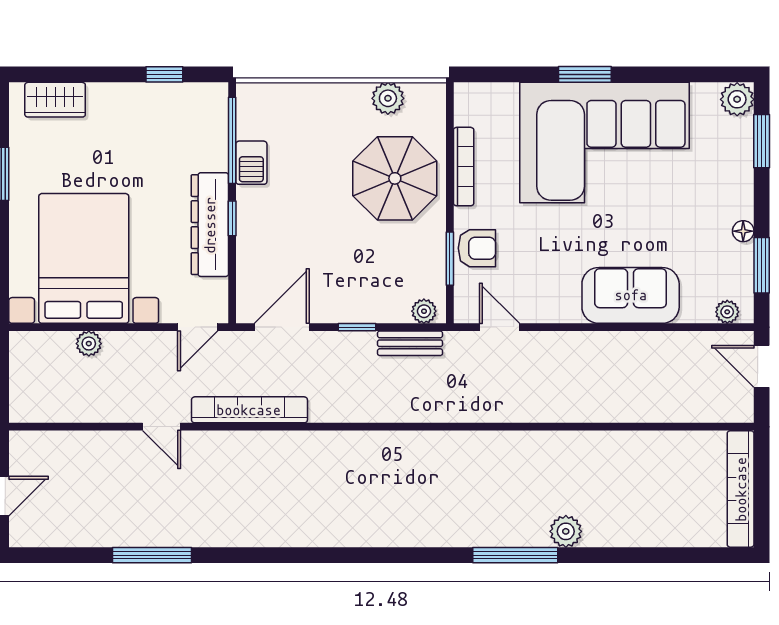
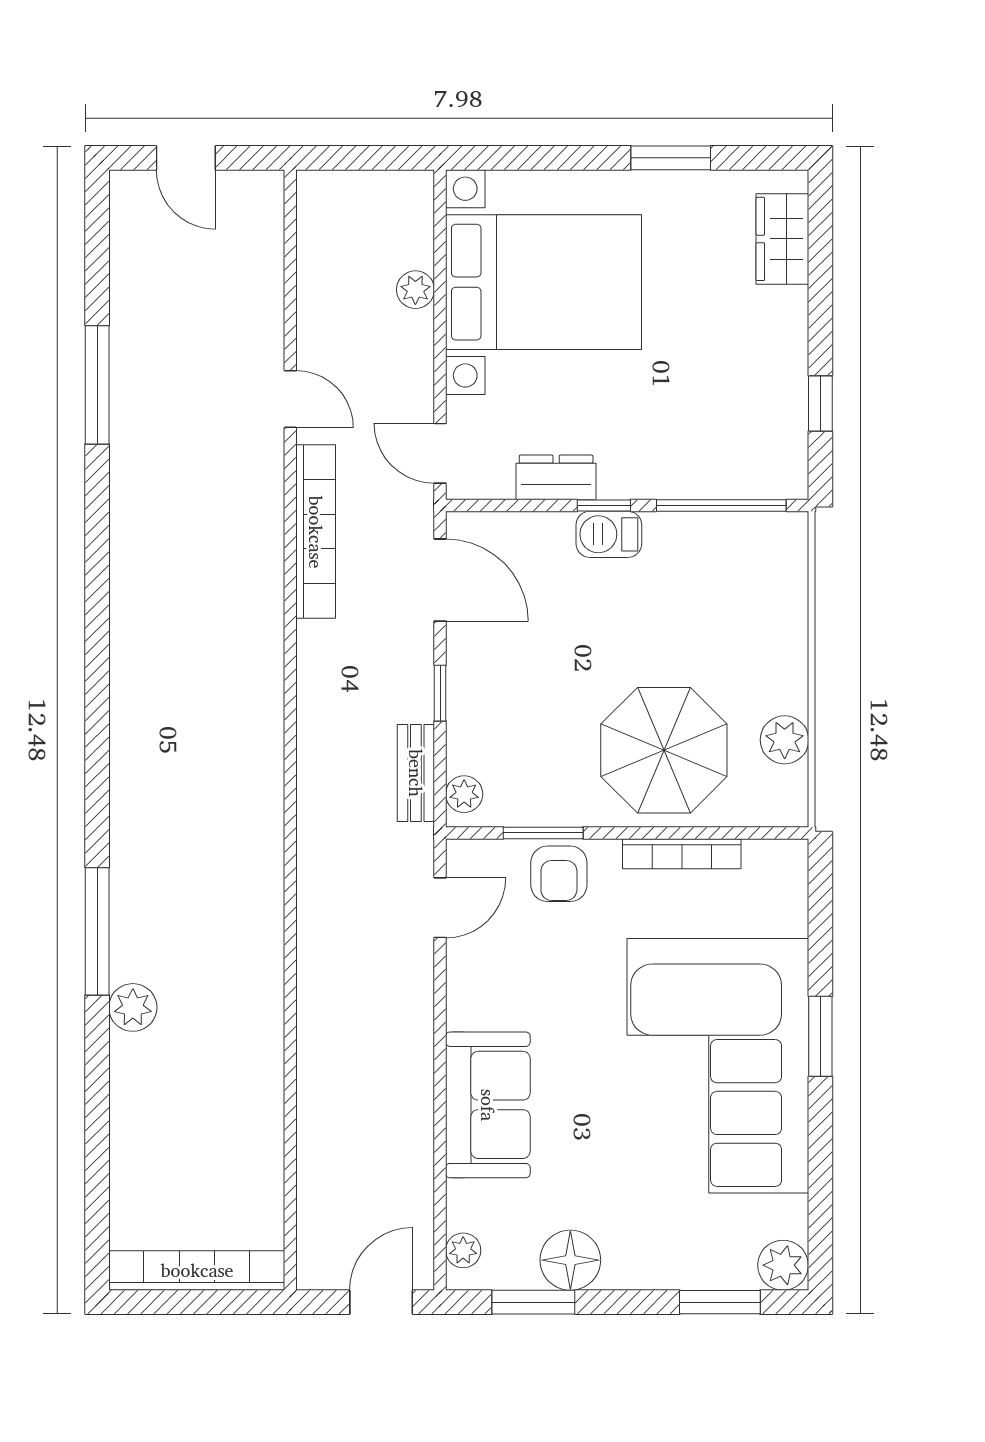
barbecue: (251, 163) -> (609, 534), moved
dresser: (210, 225) -> (556, 477), width x0.51, depth x0.80
floor lamp: (743, 231) -> (570, 1260), width x1.89, depth x1.89
door: (161, 427) -> (290, 399), swing flipped

